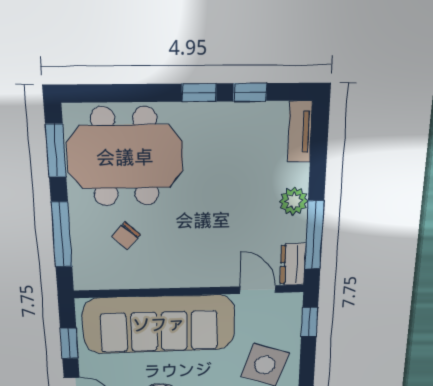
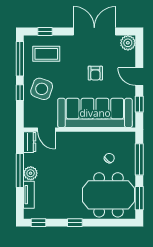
window: (250, 92) -> (39, 223), moved
tv unit: (300, 132) -> (29, 195), moved
window: (314, 235) -> (20, 171), moved
window: (310, 322) -> (20, 93), moved

